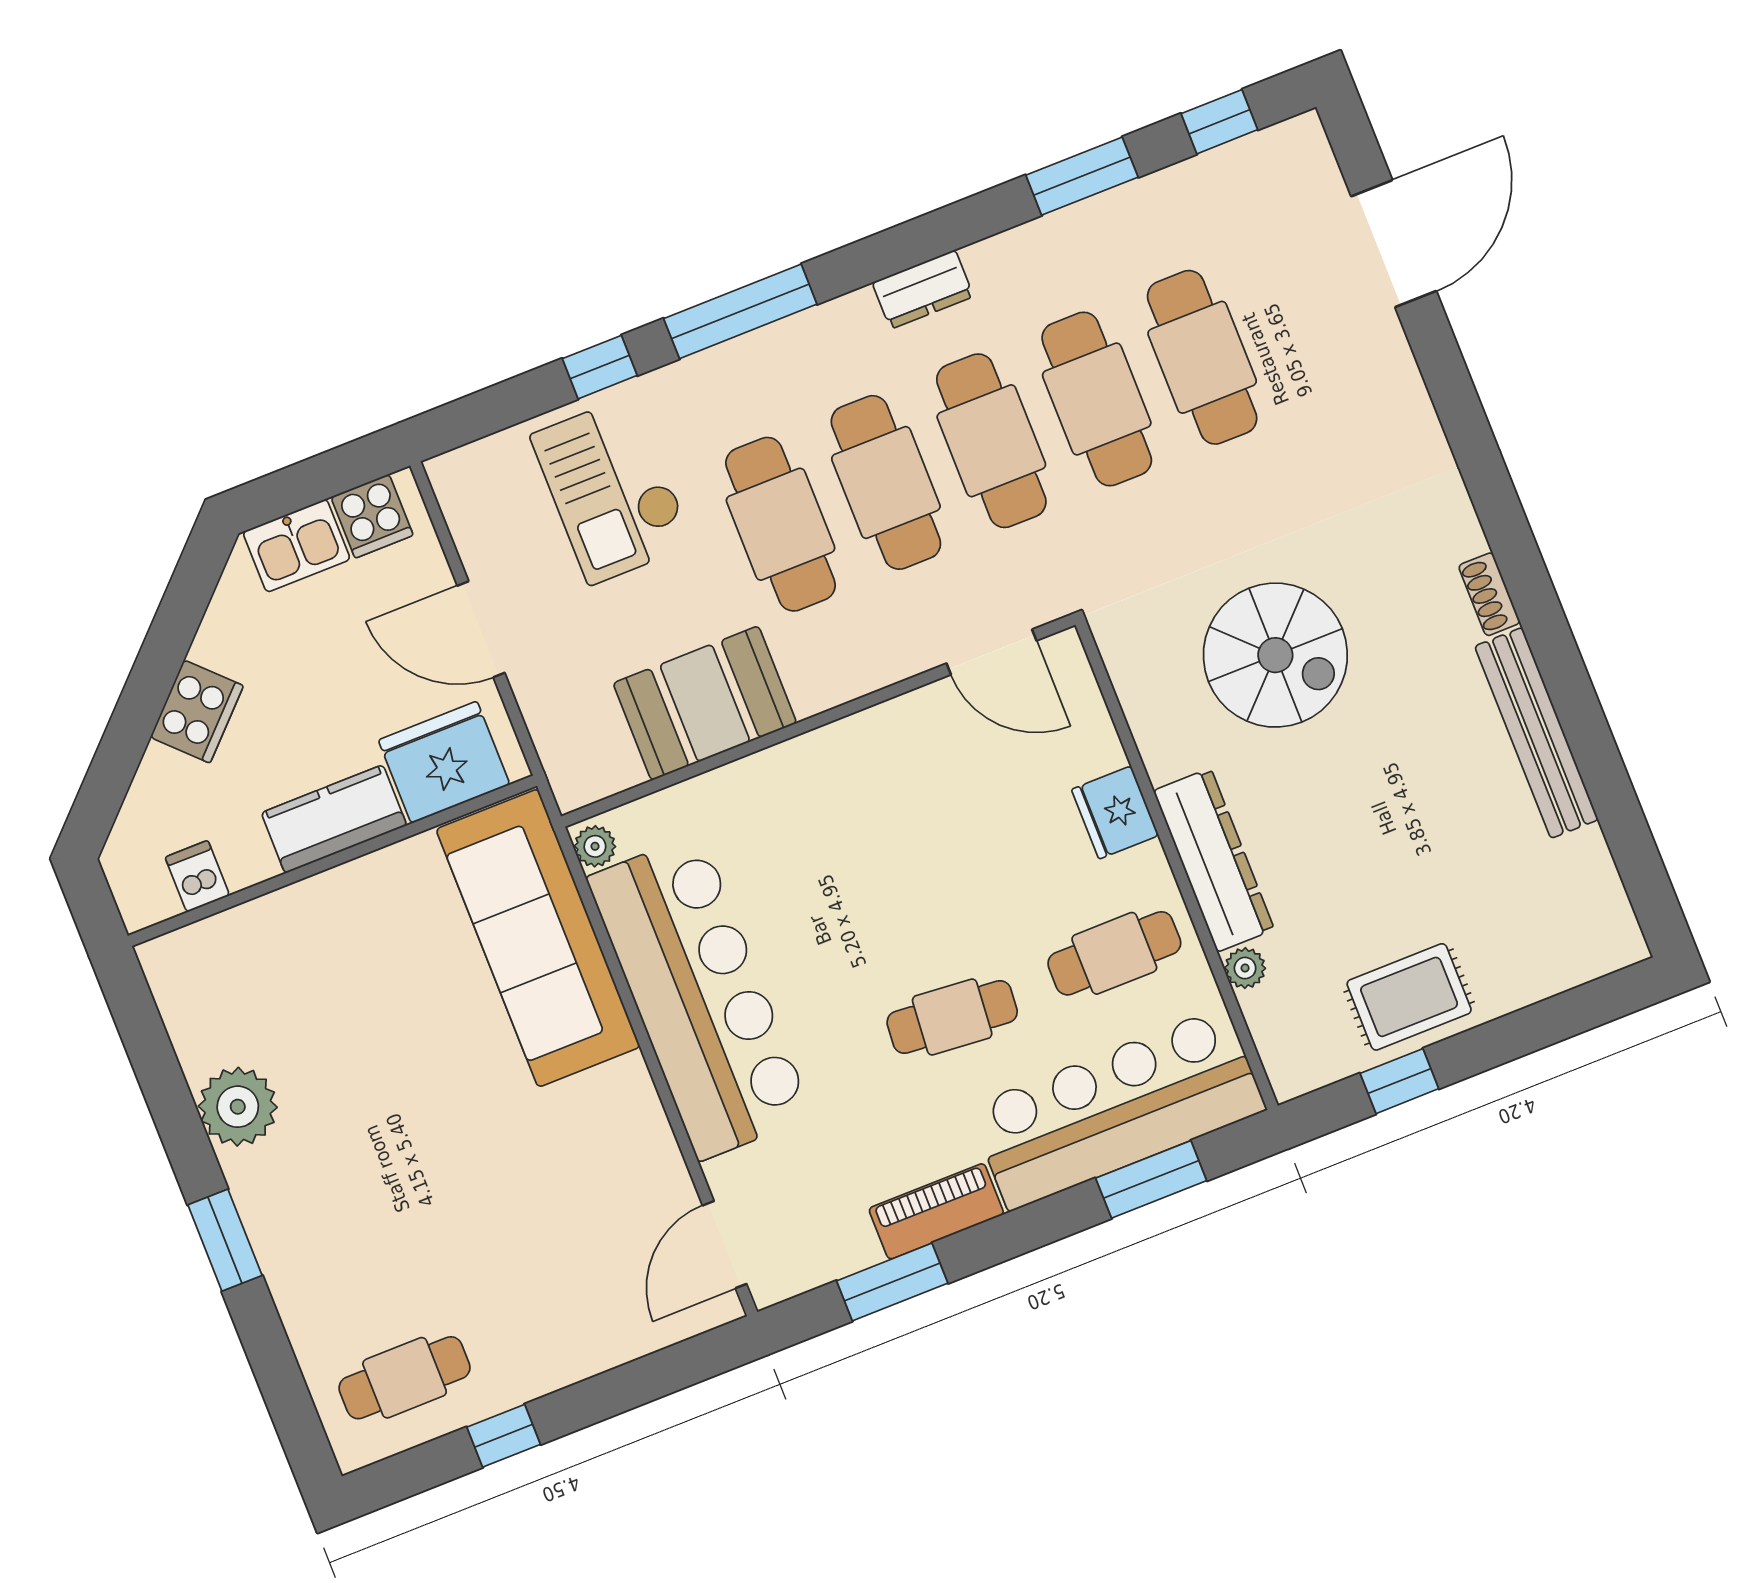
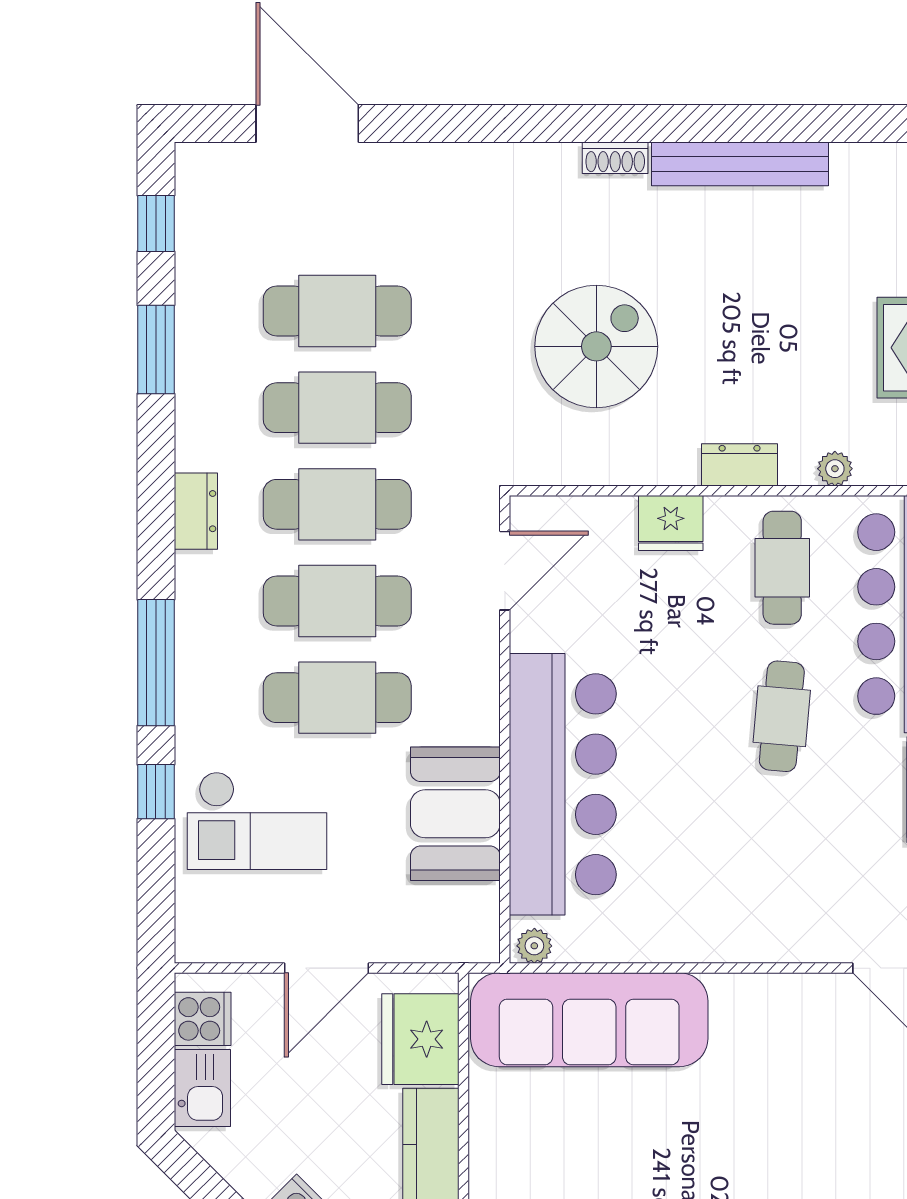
dresser: (1214, 860) -> (740, 465), width x0.51, depth x0.80
bar counter: (700, 997) -> (563, 784), moved, turned 90

